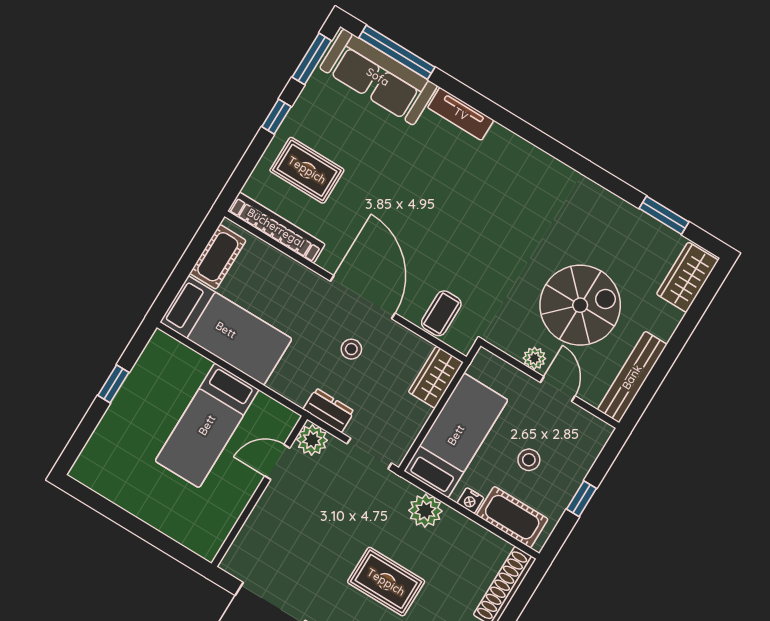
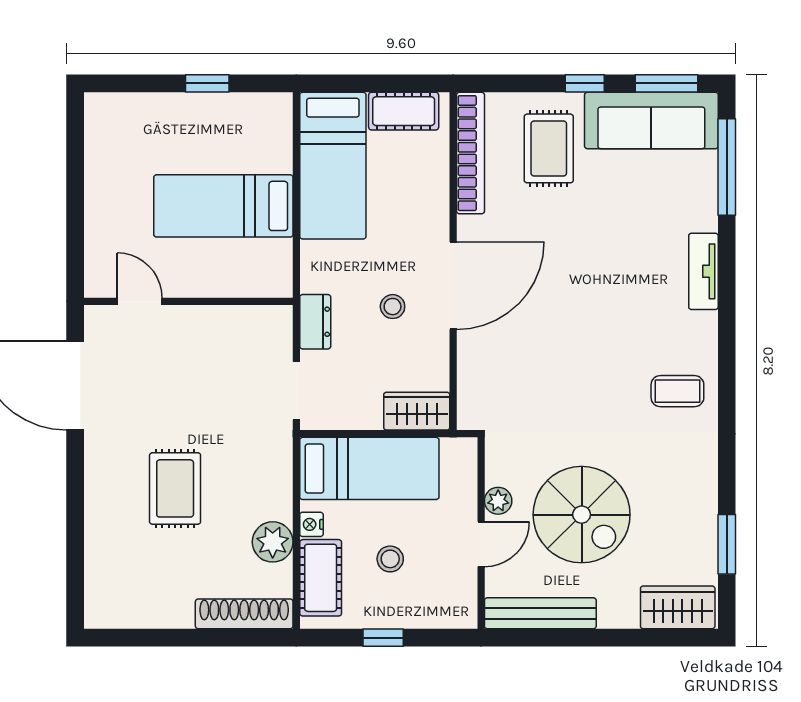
sofa: (378, 77) -> (651, 121), moved, turned -90
coffee table: (441, 313) -> (677, 391), moved
plant: (312, 440) -> (274, 323), removed
door: (277, 462) -> (140, 301), moved
plant: (425, 511) -> (273, 542), moved

